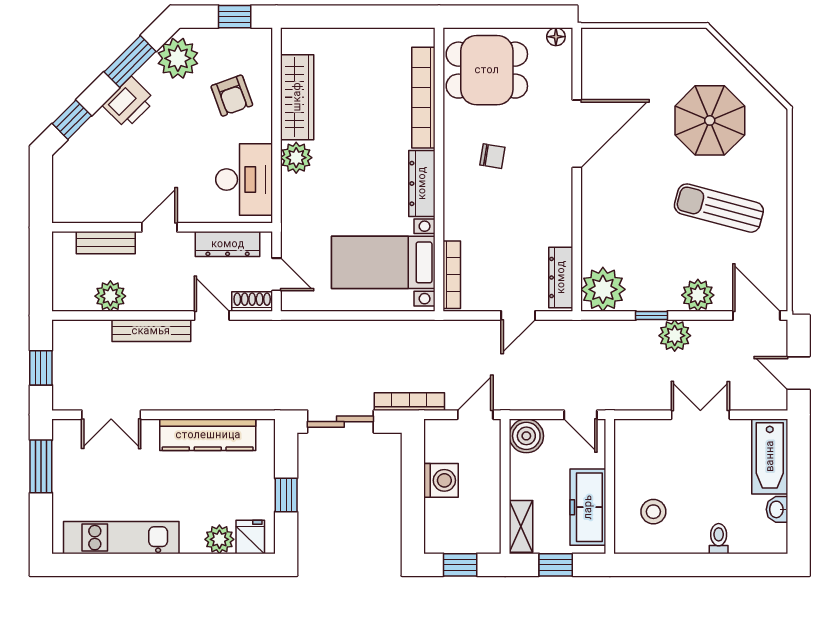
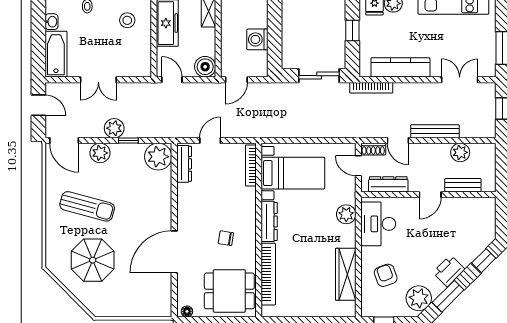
plant: (296, 158) -> (346, 214), moved
bookcase: (409, 402) -> (371, 88), moved

